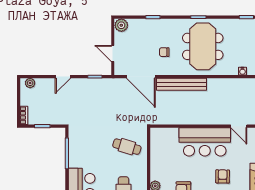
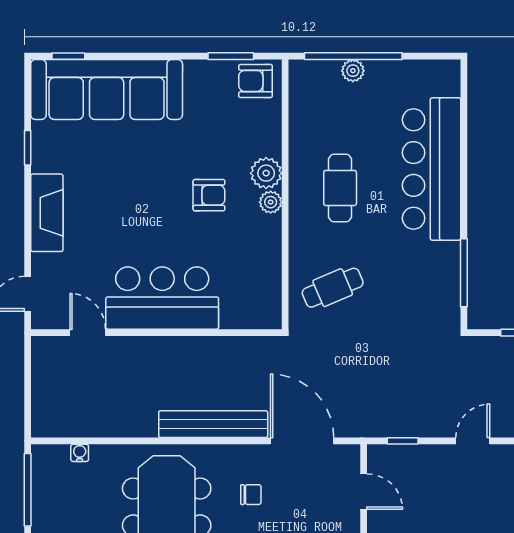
cafe table: (127, 147) -> (333, 288), turned -40
armchair: (223, 176) -> (123, 222), removed

